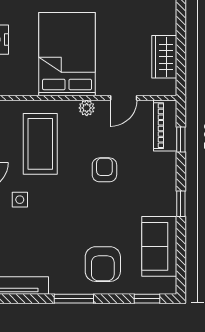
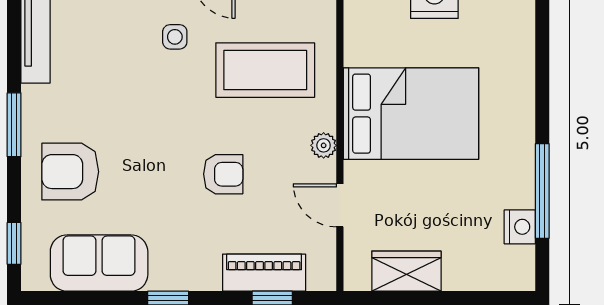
piano: (165, 126) -> (264, 273), moved

